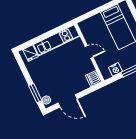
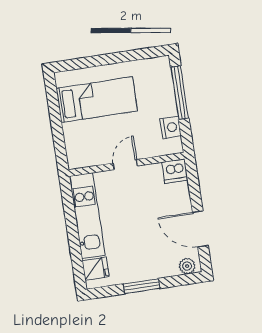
window: (35, 93) -> (142, 286), moved
door: (68, 101) -> (200, 229), swing flipped

